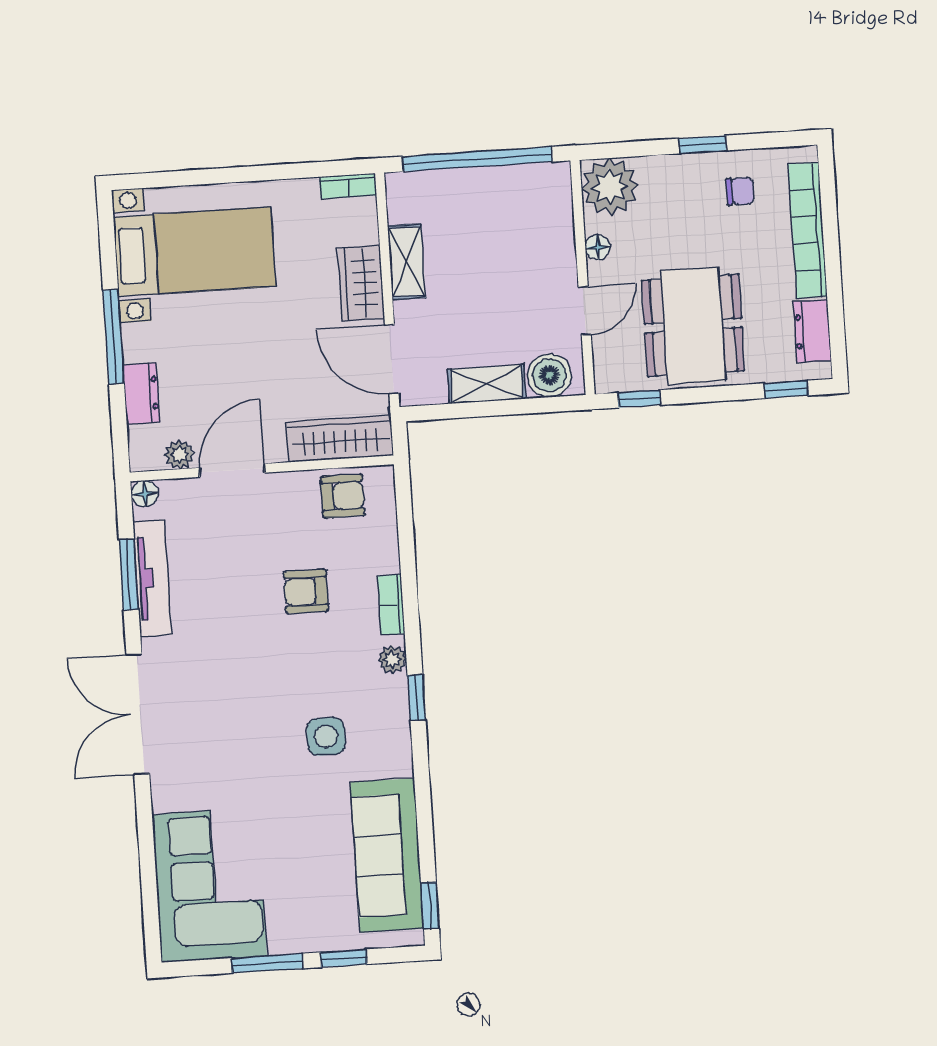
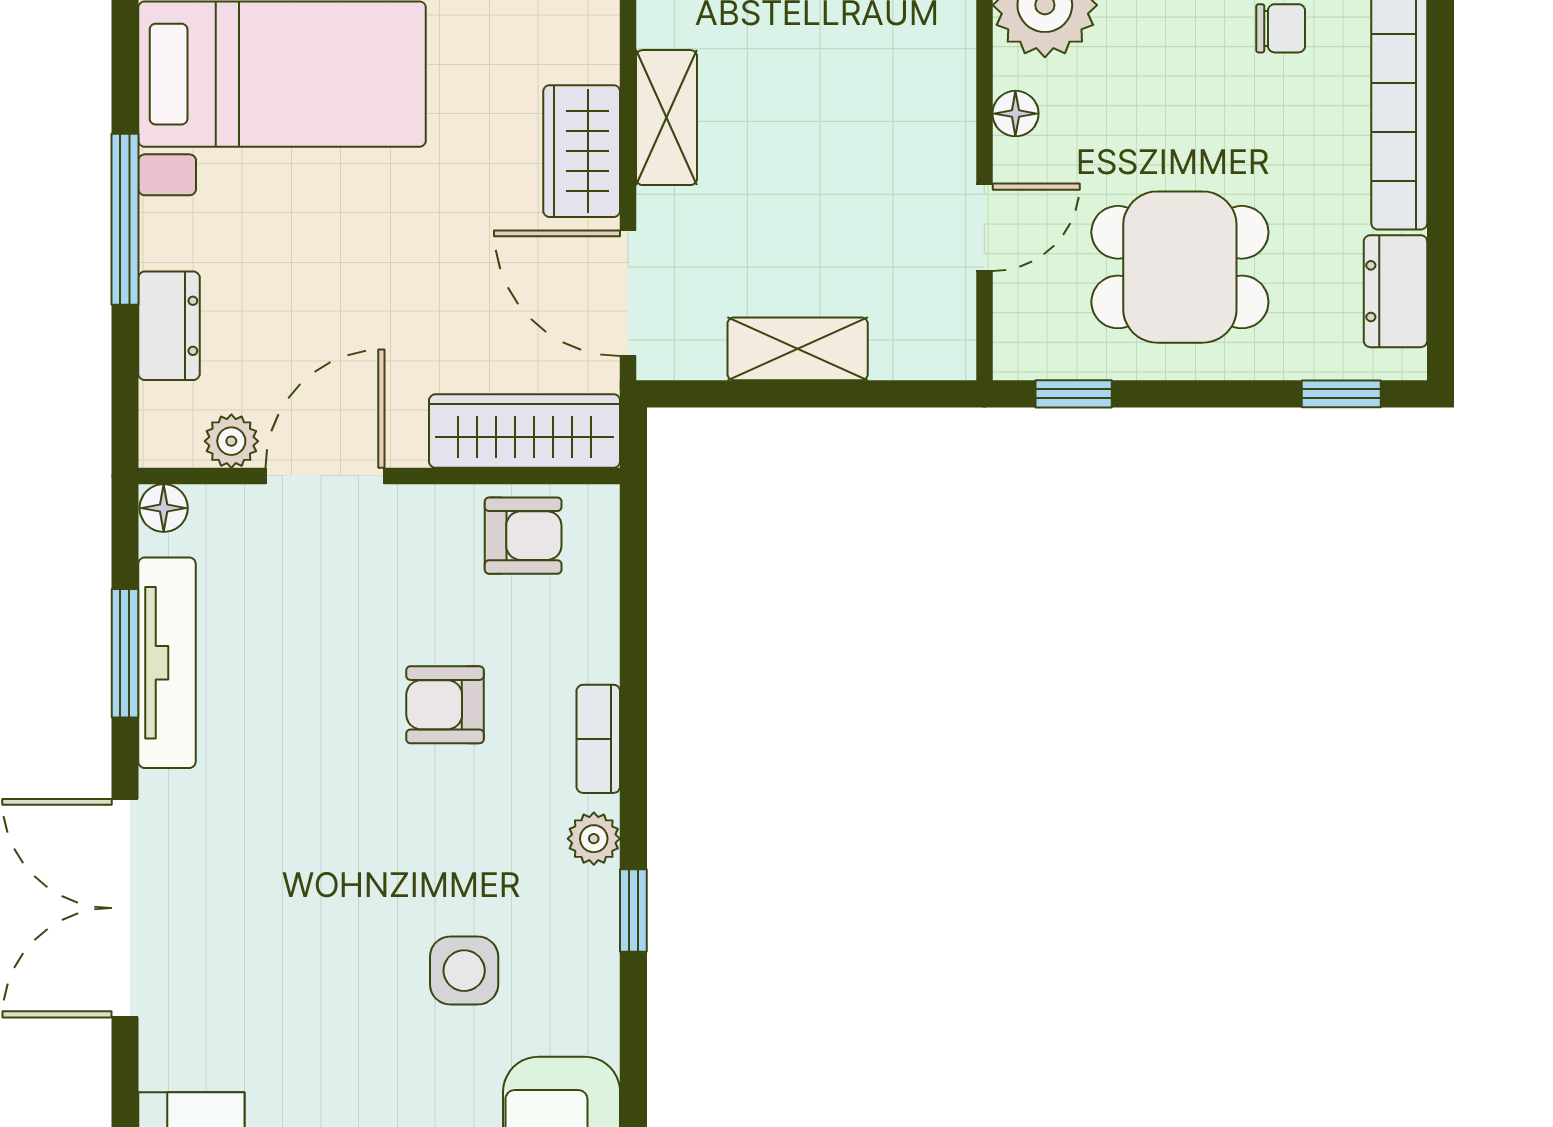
dining table: (693, 326) -> (1180, 267), width x0.73
boiler: (549, 375) -> (913, 341), removed

